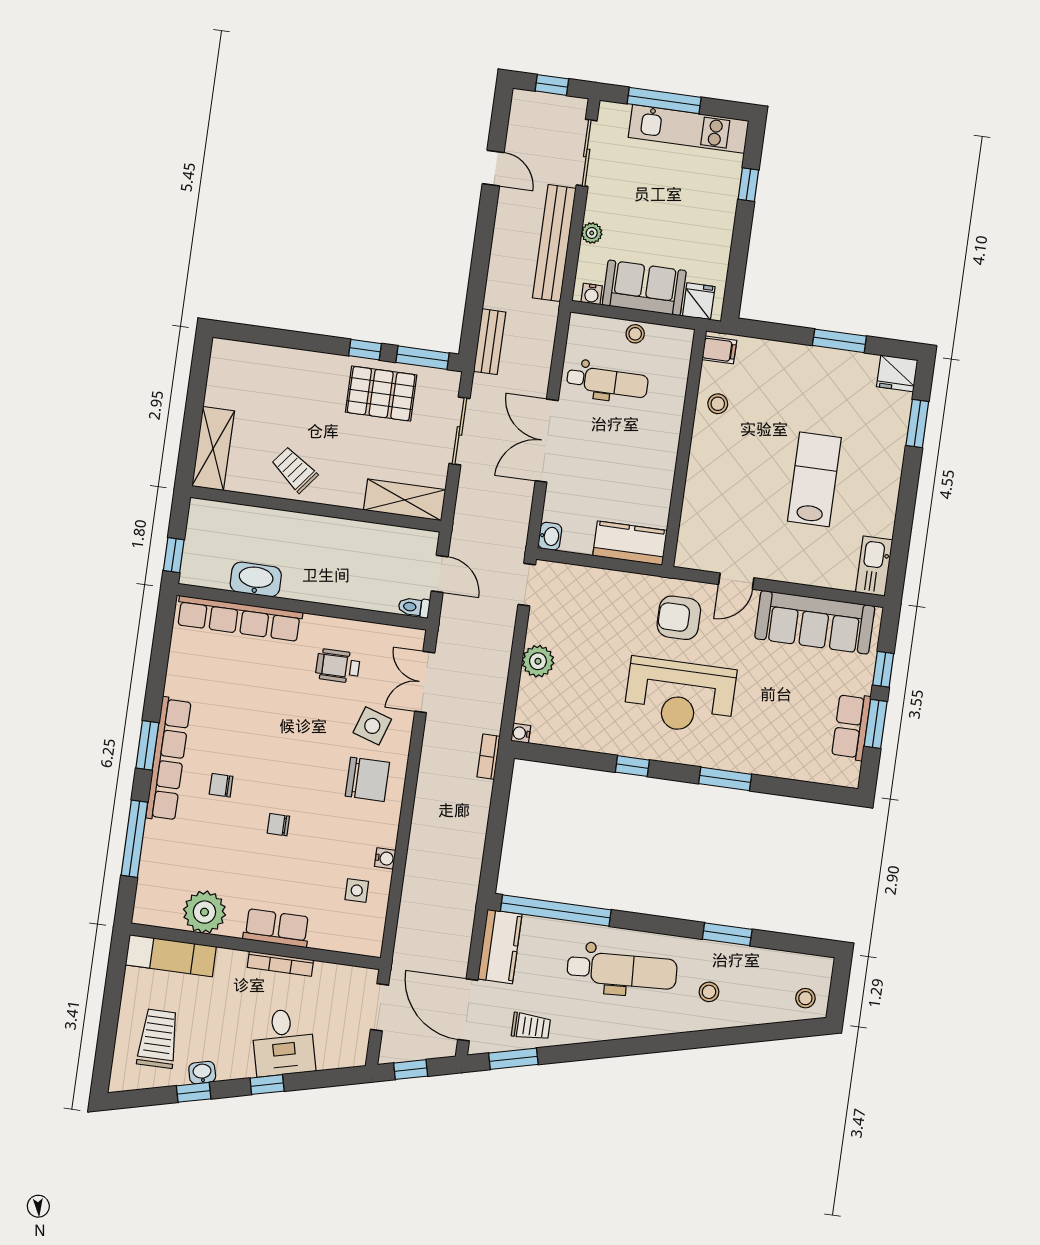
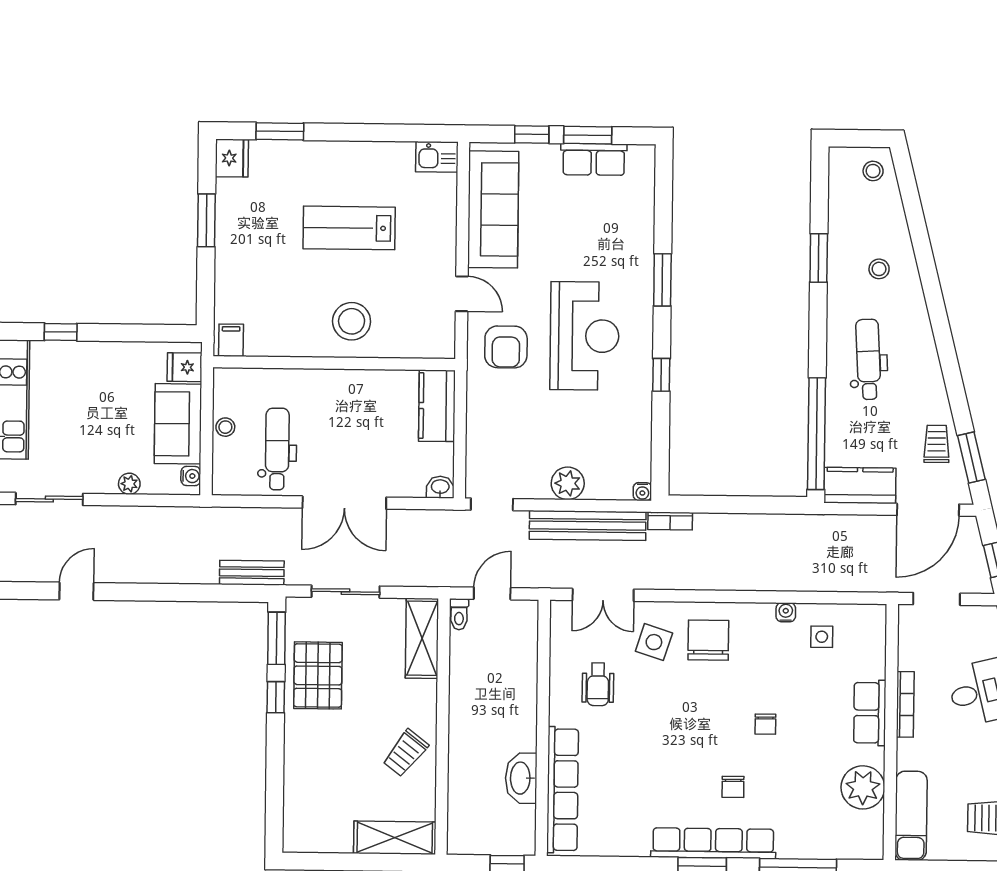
bench: (554, 243) -> (588, 526), moved
stool: (718, 404) -> (352, 321), moved, width x1.89, depth x1.89
kitchen sink: (874, 566) -> (437, 157), width x0.73
toilet: (414, 607) -> (459, 614), moved
dental chair: (622, 970) -> (868, 359), width x0.73, depth x0.72

